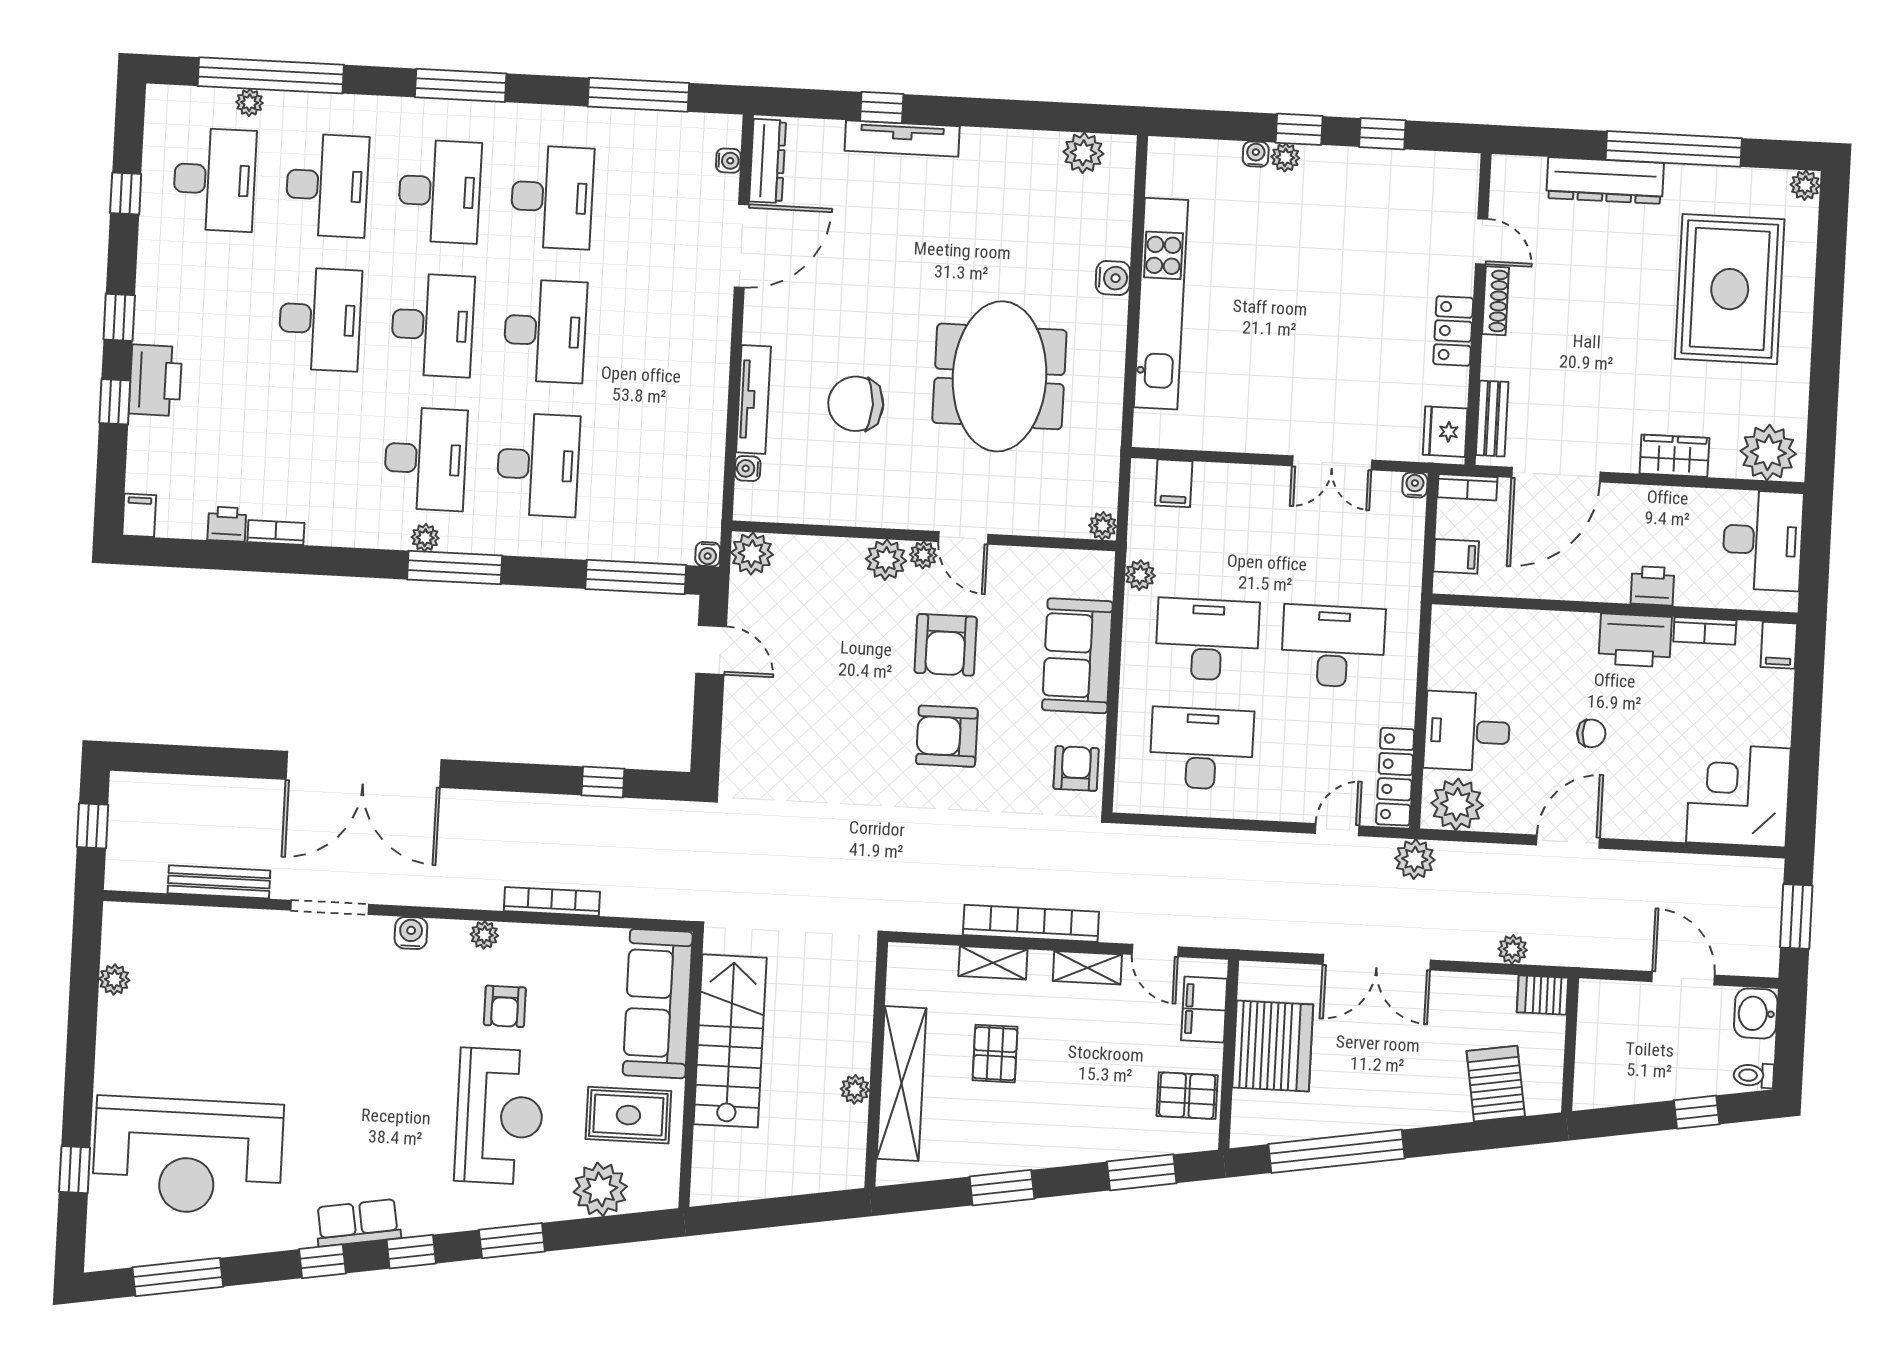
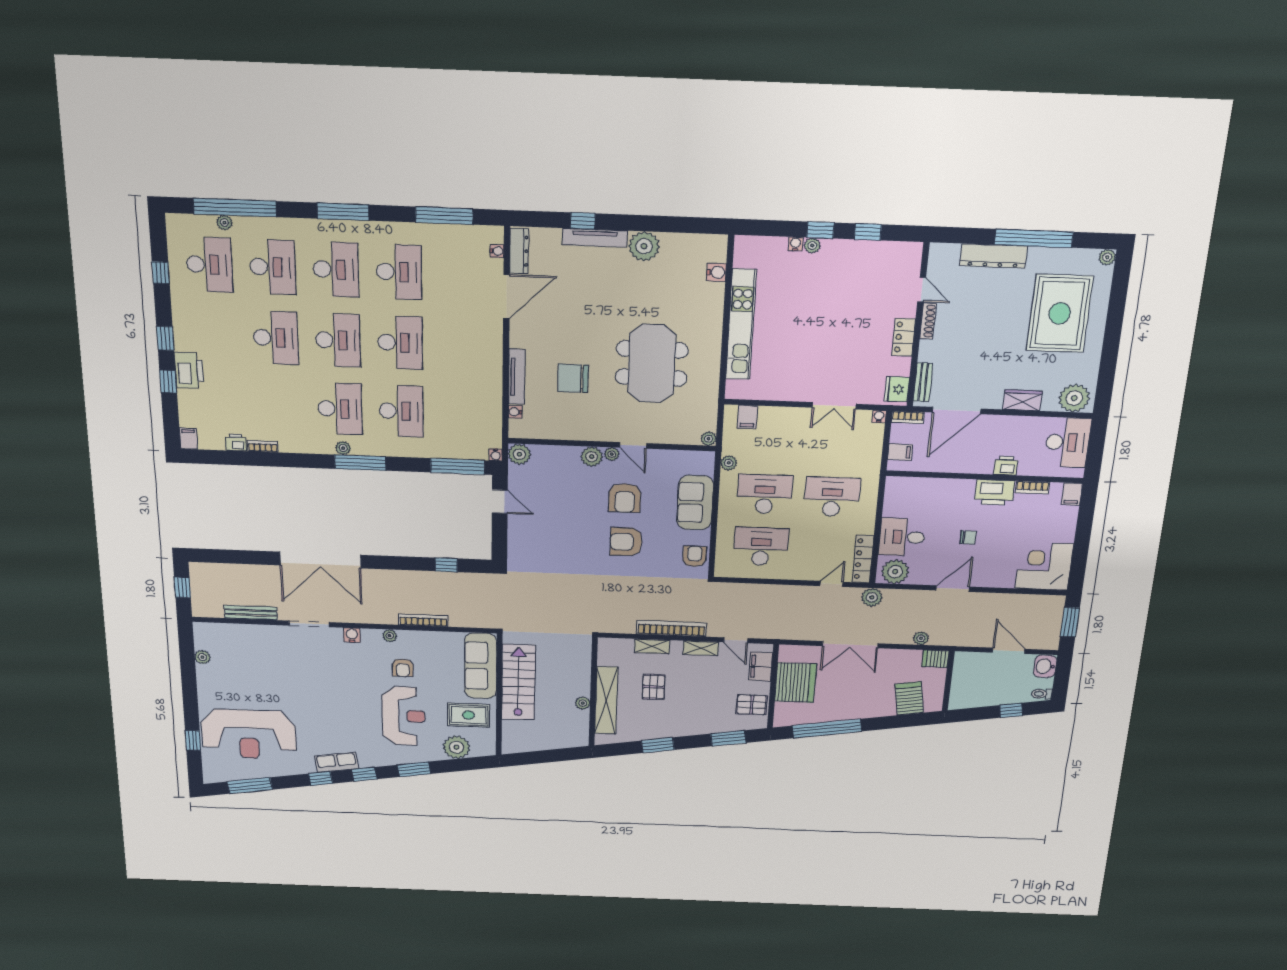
plant: (1083, 153) -> (644, 246), moved, width x1.36, depth x1.36
water cooler: (1113, 278) -> (716, 272), moved

